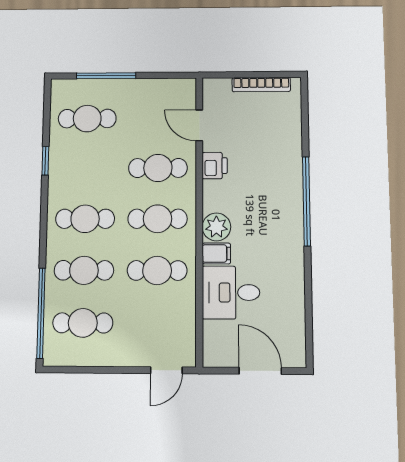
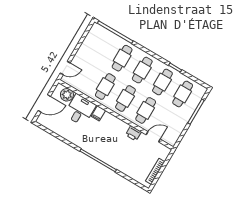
plant: (216, 227) -> (67, 95), moved
cafe table: (83, 323) -> (162, 82), moved
door: (166, 370) -> (65, 68), swing flipped

